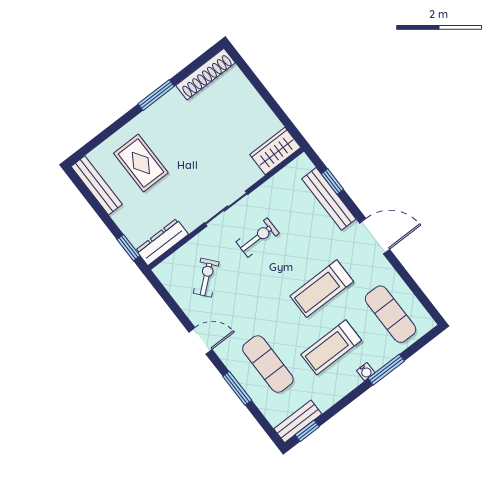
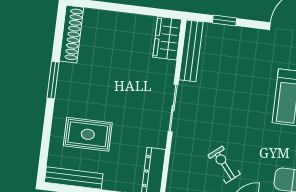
bench: (329, 199) -> (191, 51), moved, turned 90
exercise bike: (258, 238) -> (213, 106), removed
exercise bike: (206, 278) -> (224, 165), moved

